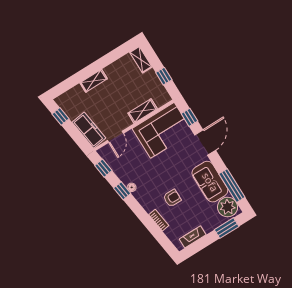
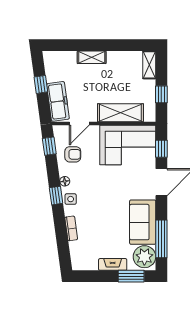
shelving: (143, 111) -> (120, 113), width x1.50, depth x1.33
window: (60, 116) -> (41, 84), moved
window: (122, 191) -> (56, 196), moved
side table: (144, 198) -> (71, 199), added
armchair: (172, 198) -> (73, 154), moved
fireplace: (193, 237) -> (113, 264), moved

